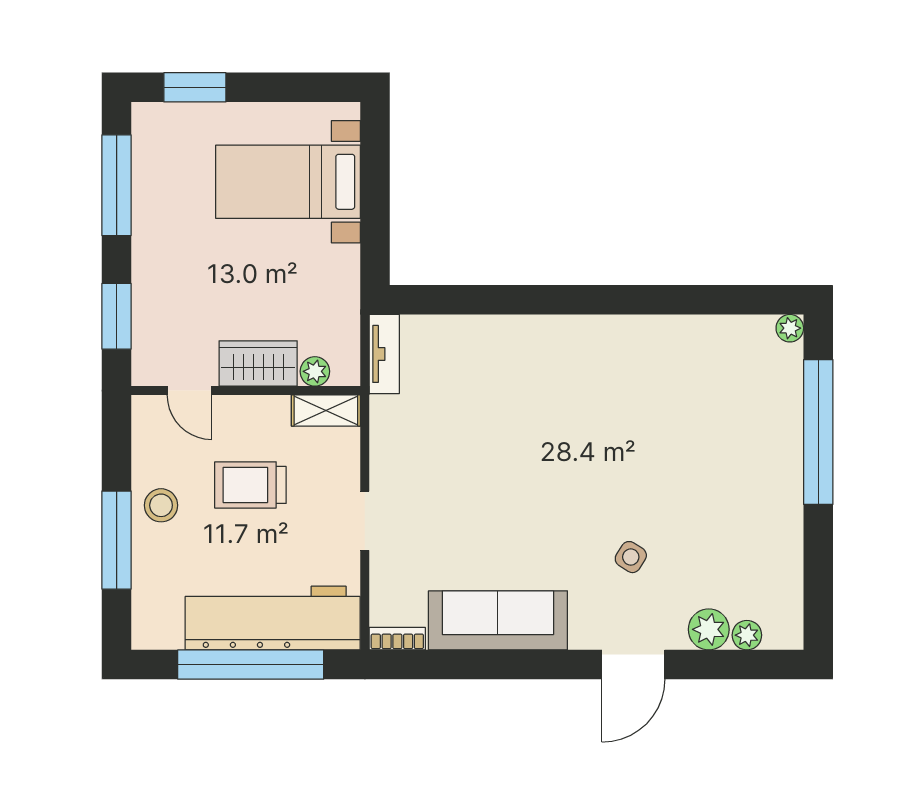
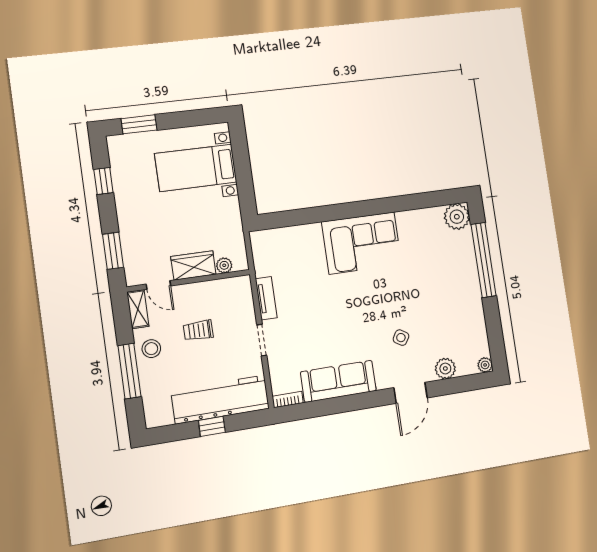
window: (117, 185) -> (103, 181), width x0.46
plant: (790, 328) -> (457, 217), width x1.88, depth x1.88
tv unit: (384, 354) -> (266, 298), moved
corner sofa: (582, 366) -> (362, 243), added
shelving: (326, 411) -> (138, 309), moved, turned 90
trolley: (250, 485) -> (198, 330), width x0.73, depth x0.72
plant: (747, 635) -> (485, 365), moved
window: (251, 665) -> (212, 426), width x0.32

